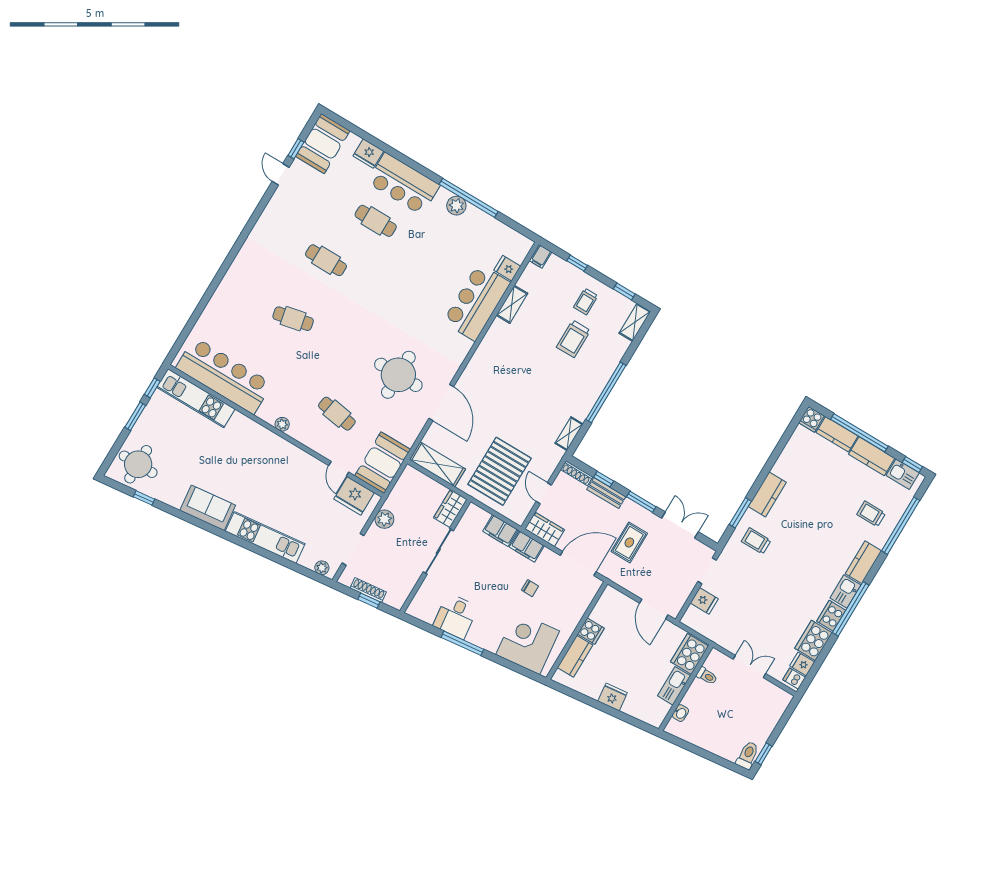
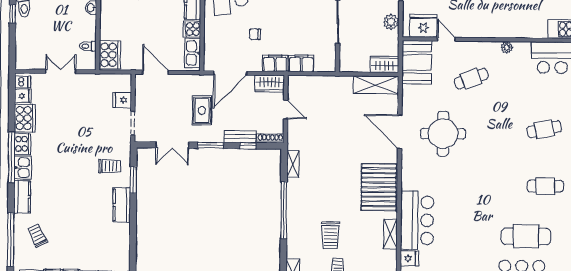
cafe table: (376, 221) -> (526, 236), width x1.37, depth x1.35
trolley: (573, 339) -> (331, 235), turned 180
cafe table: (337, 414) -> (471, 79), turned -30
pallet: (500, 471) -> (379, 187), moved
wardrobe: (450, 509) -> (384, 64), moved, turned -90
trolley: (871, 514) -> (37, 235), turned -116
double door: (749, 666) -> (61, 71), swing flipped
kitchen sink: (674, 686) -> (192, 53), moved, turned 180

